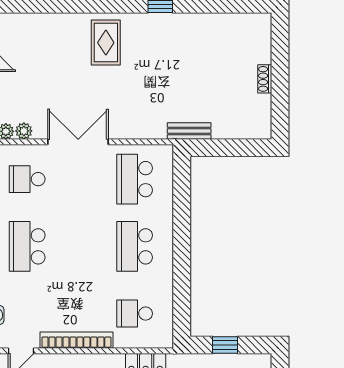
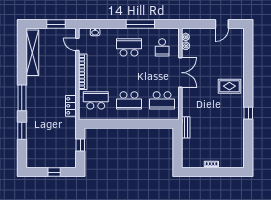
school desk: (27, 179) -> (162, 47), turned 180
school desk: (135, 179) -> (162, 100), turned 180
school desk: (135, 246) -> (129, 100), turned 180
school desk: (135, 314) -> (96, 100), width x1.85

